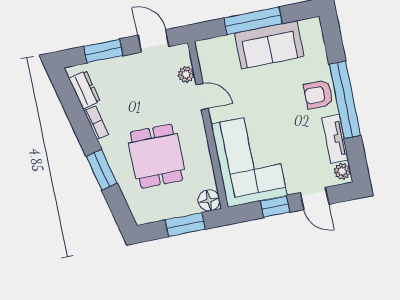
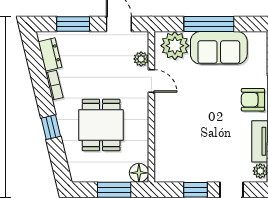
plant: (220, 52) -> (175, 46), added
corner sofa: (249, 160) -> (181, 144), removed
window: (102, 170) -> (51, 127), width x0.67

